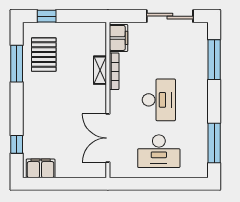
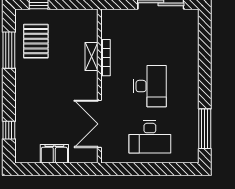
filing cabinet: (118, 38) -> (110, 25), removed
window: (214, 60) -> (205, 46), removed
filing cabinet: (41, 168) -> (54, 154), moved

